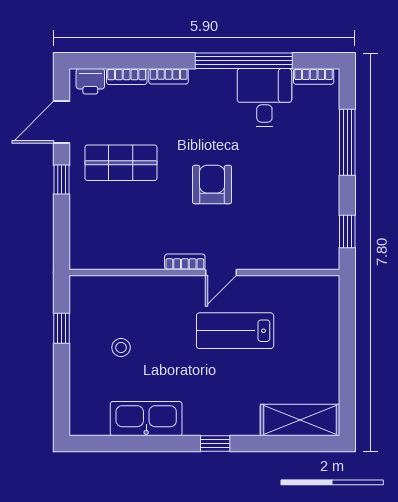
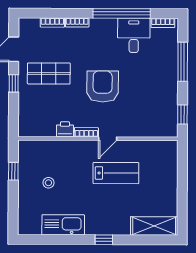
printer: (90, 81) -> (65, 129), moved, turned 180
armchair: (212, 185) -> (103, 87), width x1.36, depth x1.36
lab bench: (235, 331) -> (116, 173), turned 180

